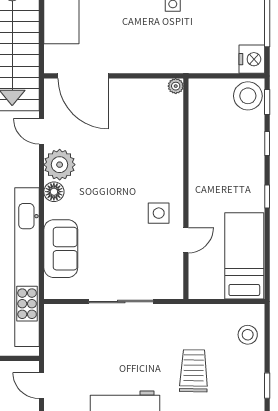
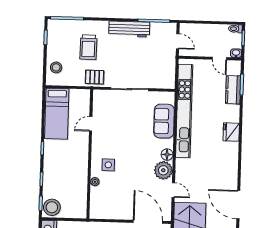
plant: (176, 86) -> (95, 182), moved
side table: (159, 213) -> (108, 165), moved
pallet: (182, 320) -> (95, 77), added

